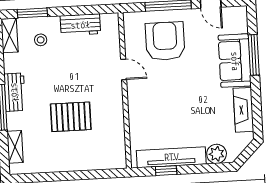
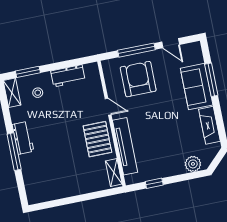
pallet: (71, 117) -> (97, 139), moved, turned 90
shelving: (15, 147) -> (114, 172), moved
tv unit: (171, 157) -> (125, 146), moved, turned 90

